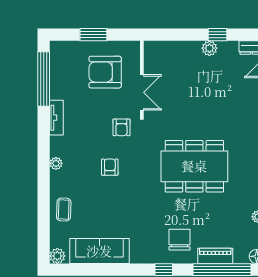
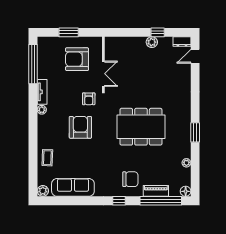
plant: (56, 163) -> (42, 110), moved
armchair: (110, 167) -> (80, 127), width x1.88, depth x1.88
chair: (180, 240) -> (130, 179), turned 90

